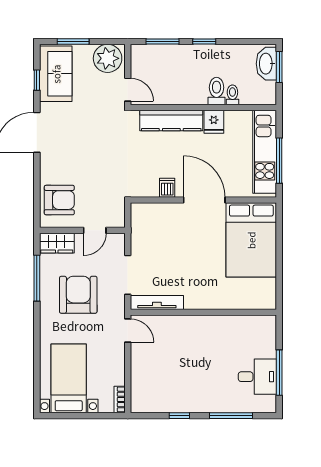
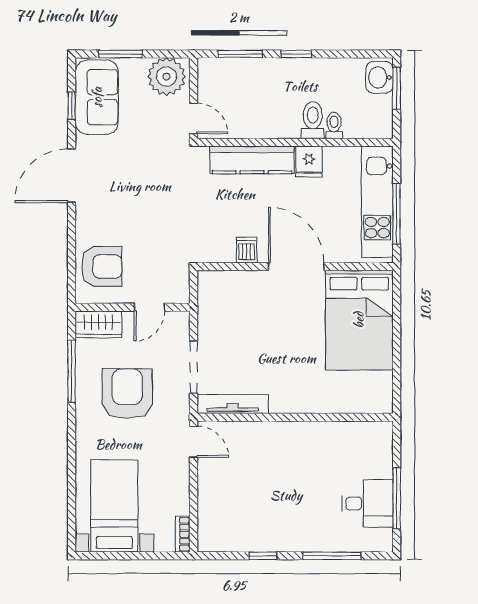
washbasin: (266, 64) -> (380, 77), width x0.72

